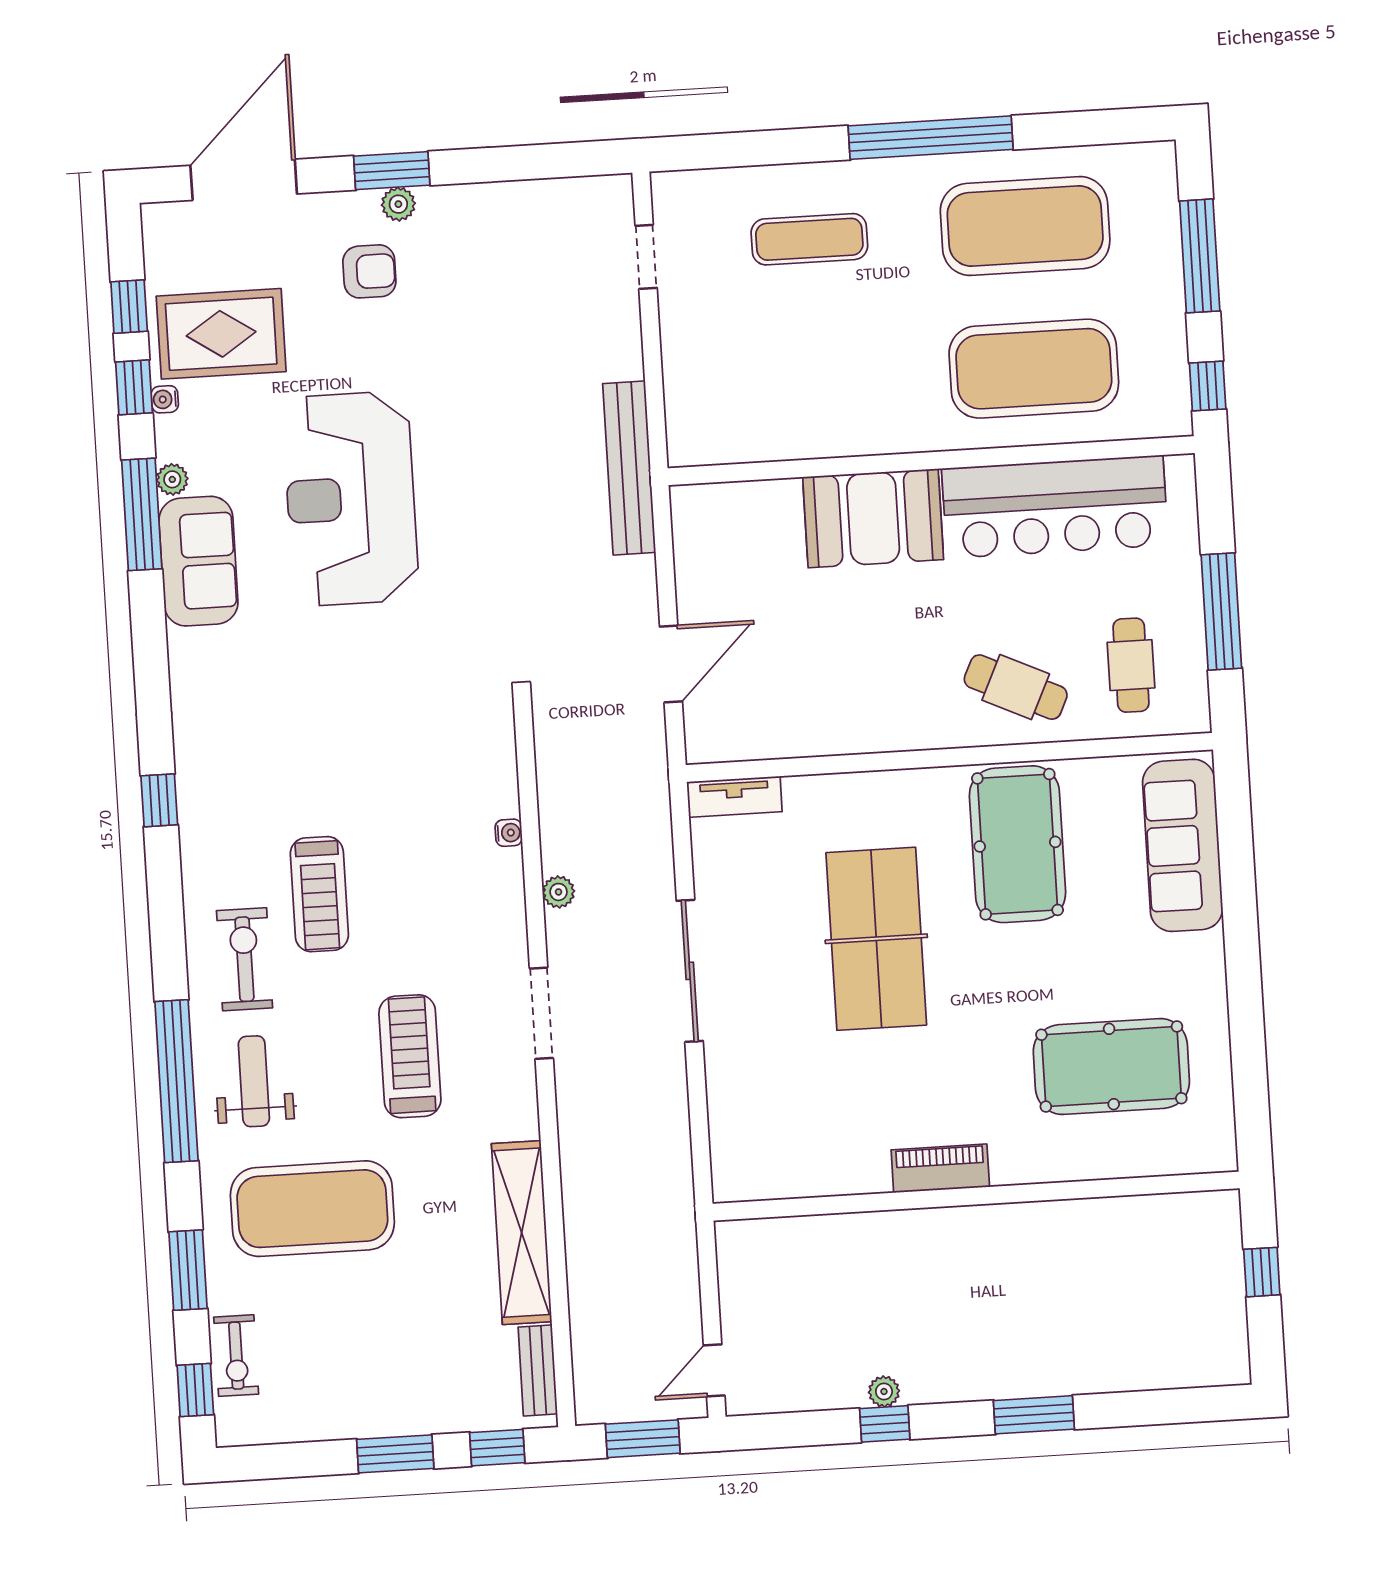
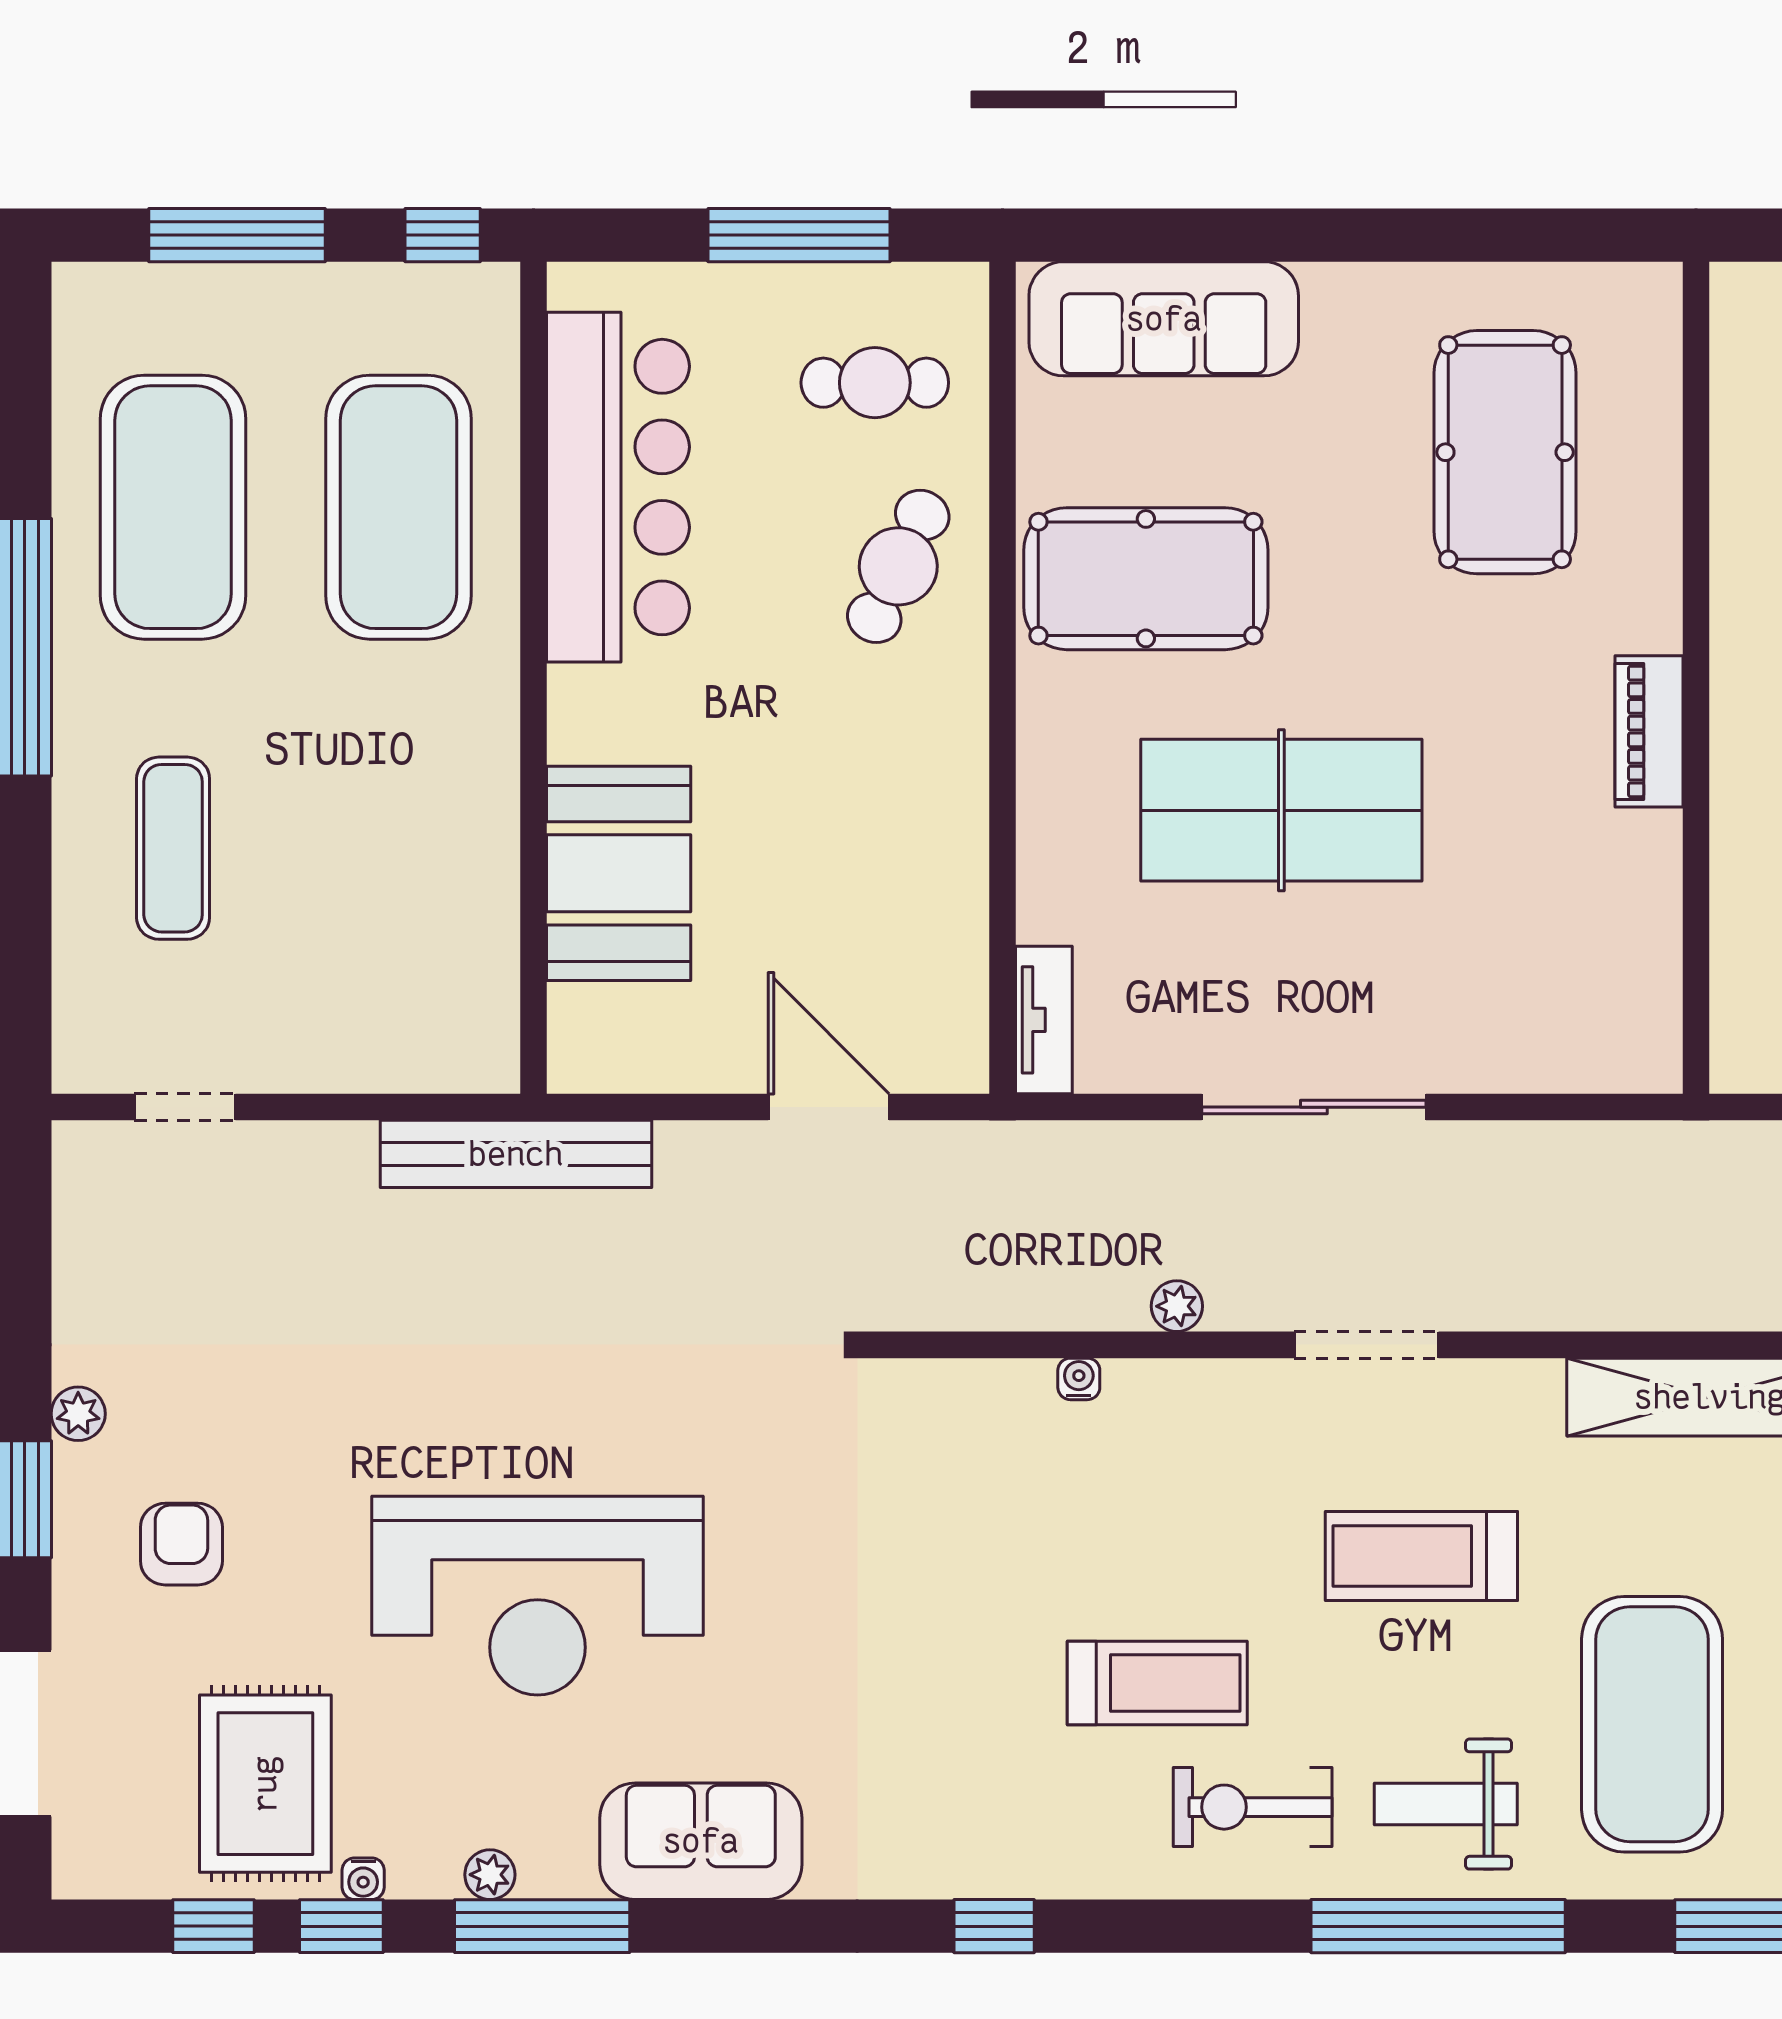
plant: (398, 204) -> (78, 1414), moved
booth: (873, 518) -> (619, 873), moved
sofa: (198, 561) -> (701, 1841), moved

